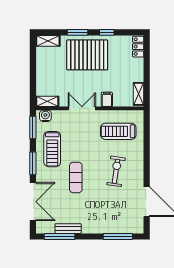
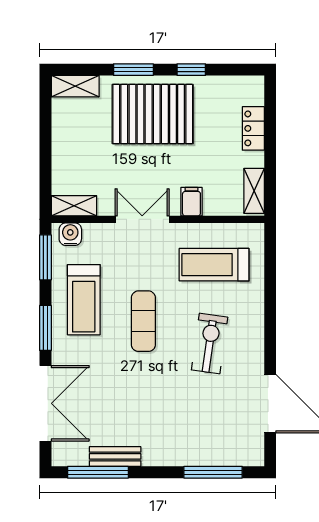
locker: (138, 47) -> (253, 128), moved
exercise mat: (76, 177) -> (143, 321), moved

